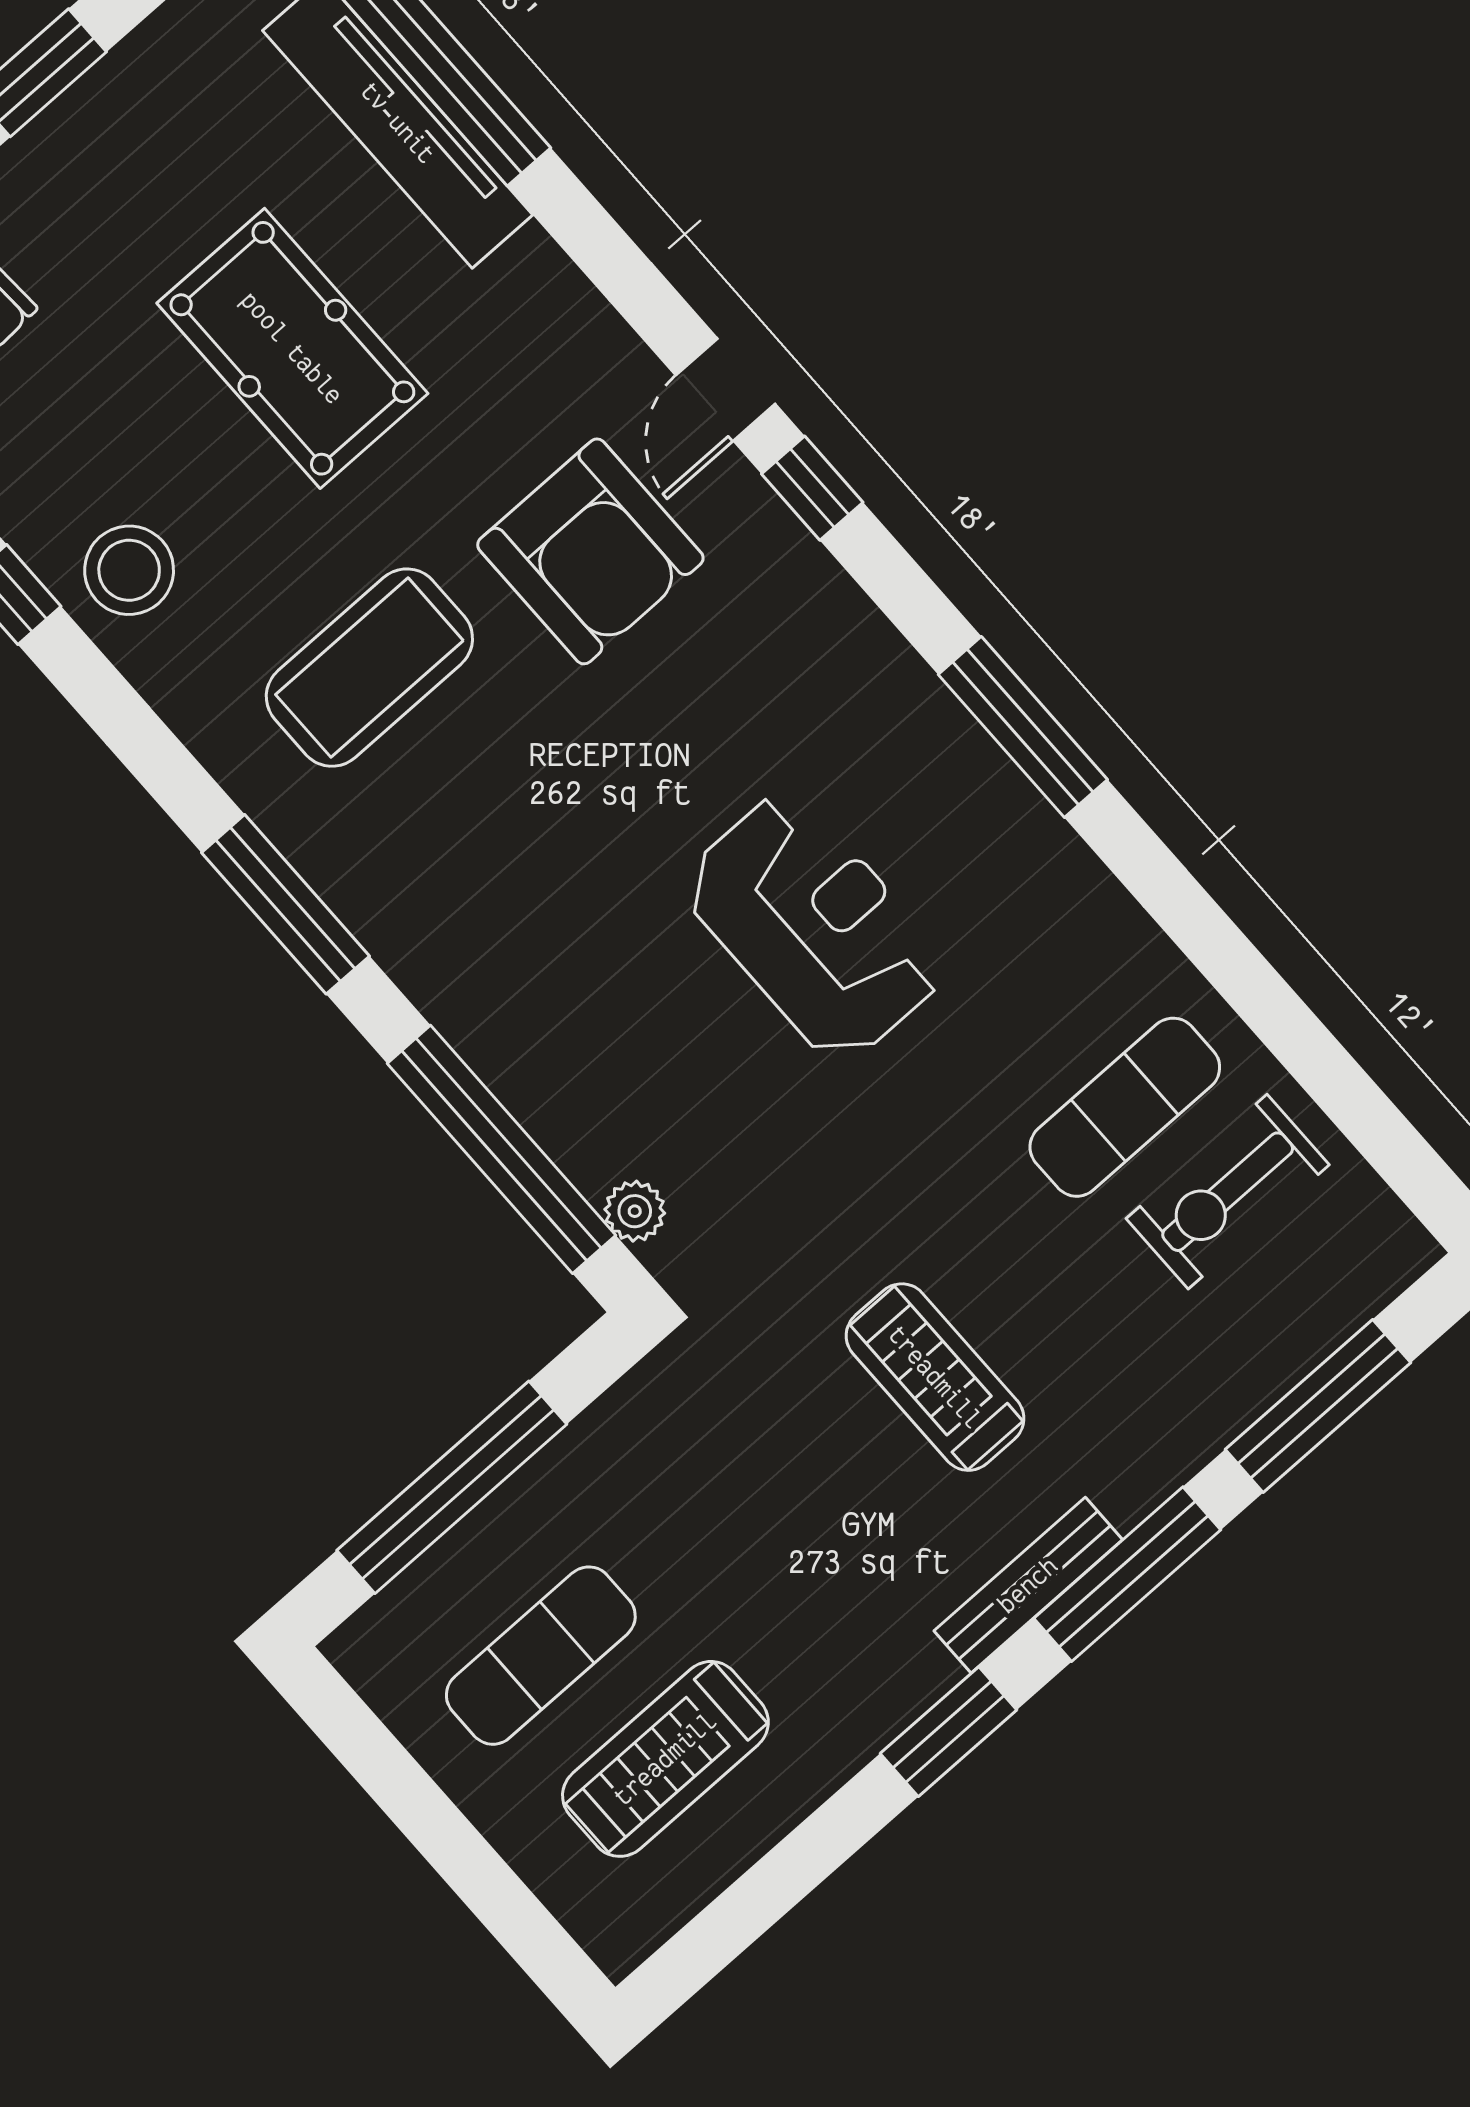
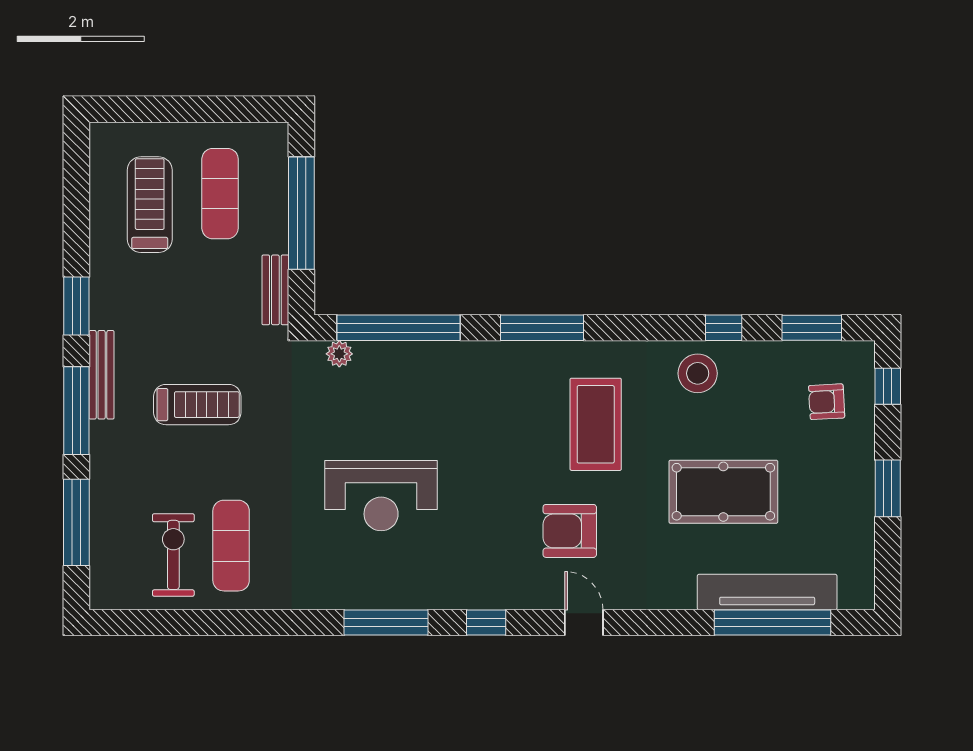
window: (812, 488) -> (486, 623), moved
armchair: (590, 551) -> (570, 531), width x0.73, depth x0.73
bench: (622, 1416) -> (275, 290), added

